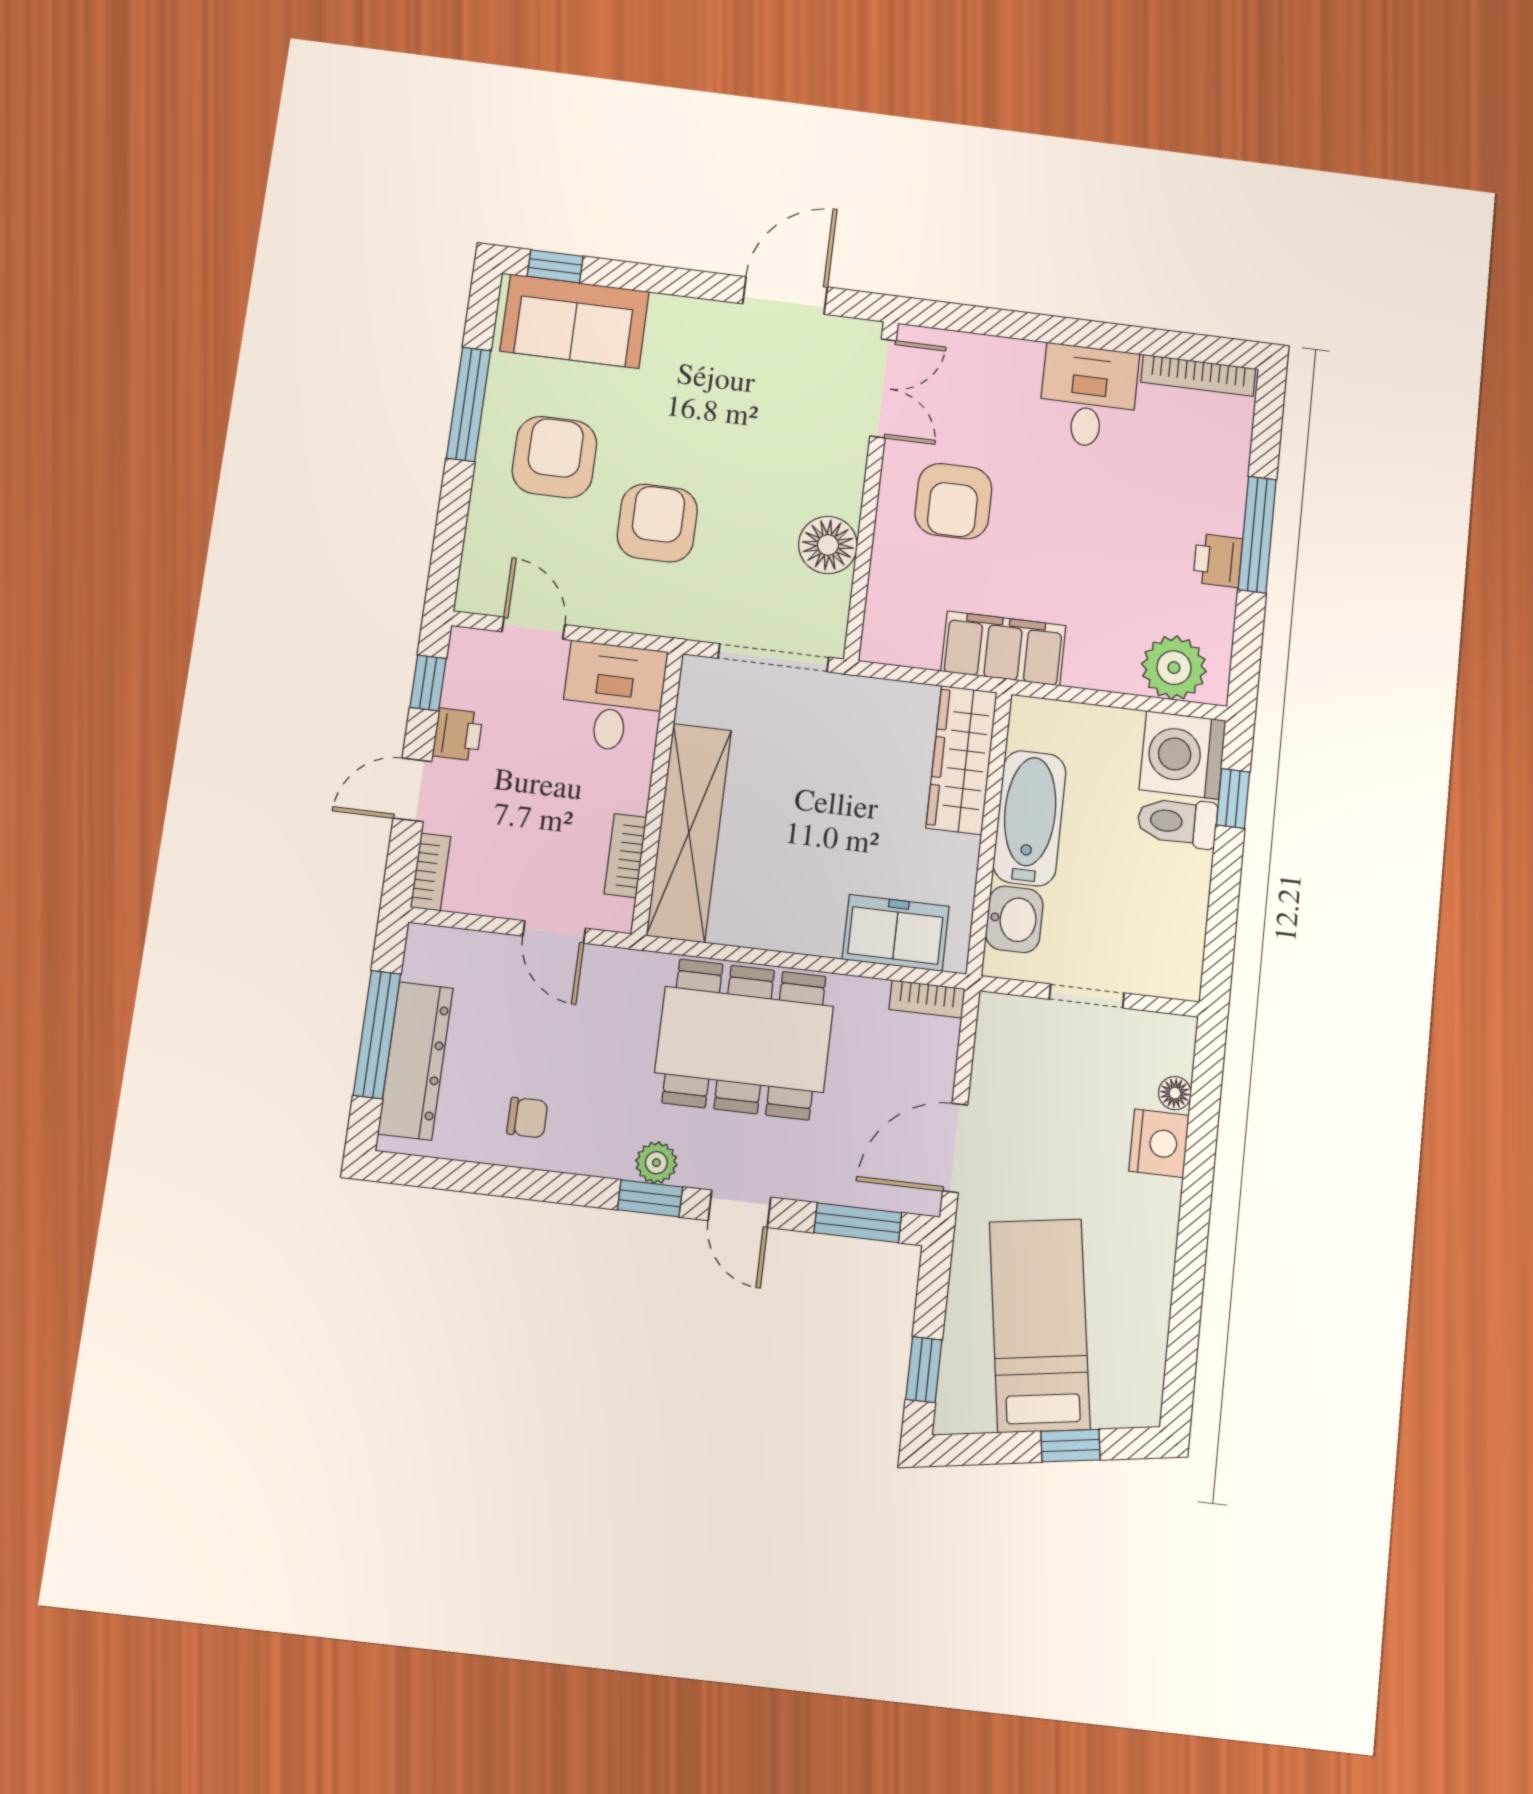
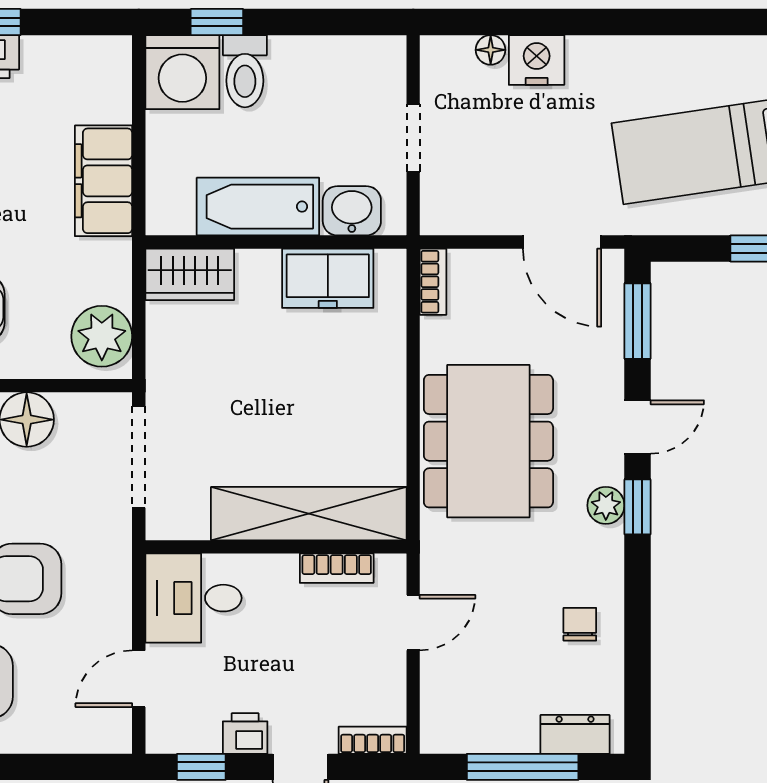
filing cabinet: (1003, 648) -> (104, 181), moved
plant: (1174, 668) -> (102, 336), moved
wardrobe: (962, 760) -> (190, 274), width x0.67
freezer: (896, 933) -> (328, 278), moved, turned -90
dresser: (415, 1061) -> (575, 734), width x0.51, depth x0.80

